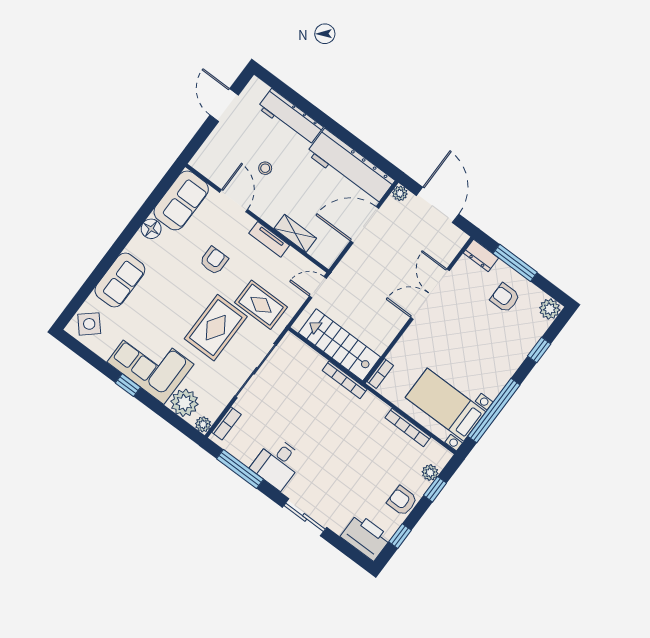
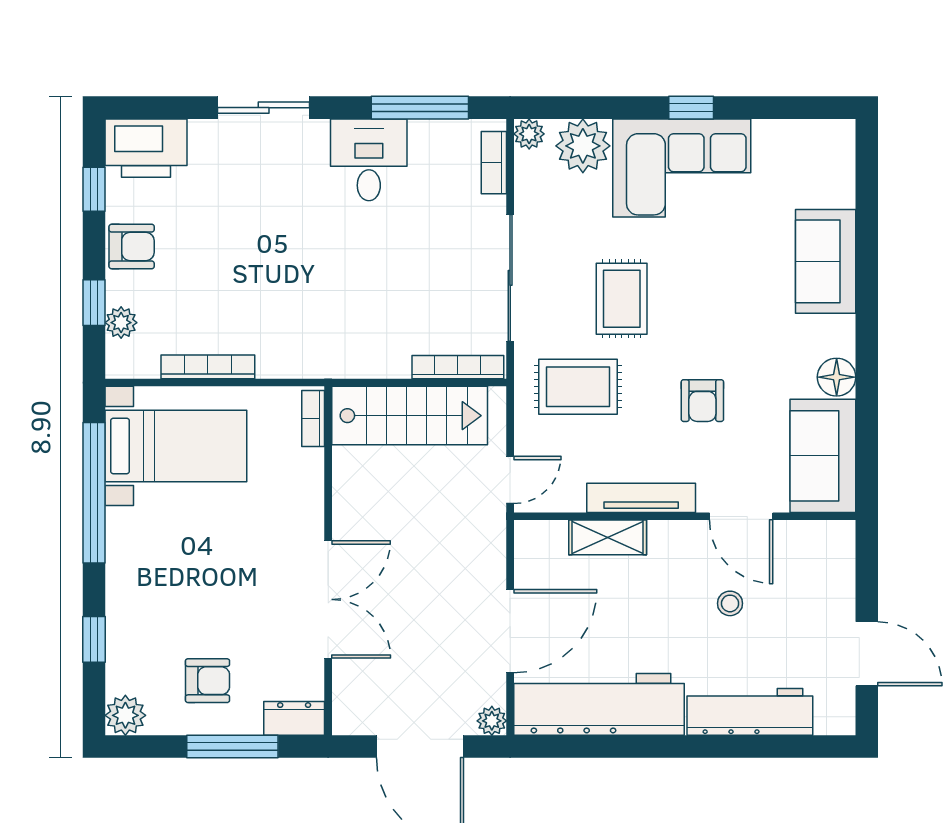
tv unit: (269, 239) -> (641, 498), width x1.41
side table: (89, 324) -> (822, 158), removed
rug: (216, 328) -> (622, 299), width x0.73, depth x0.70
bookcase: (345, 380) -> (458, 367), moved

